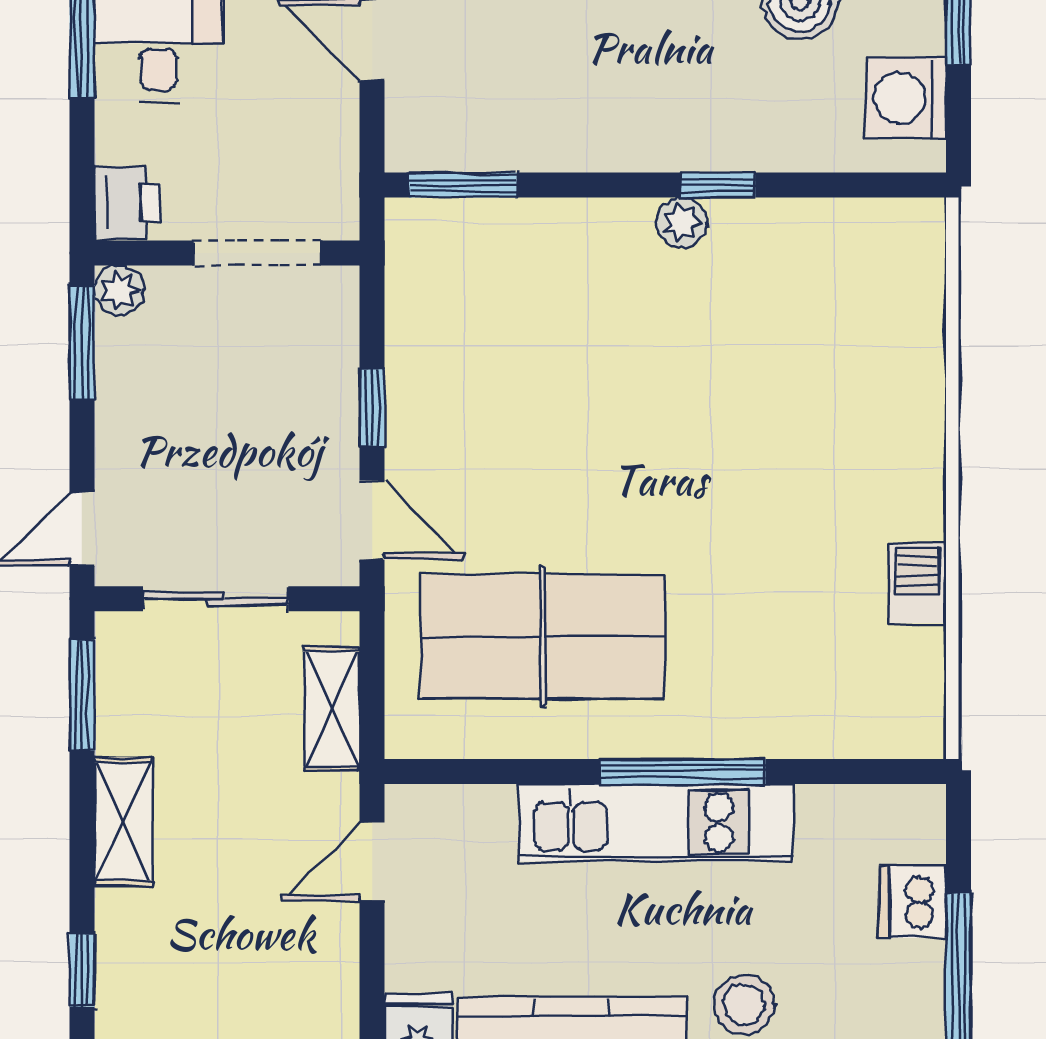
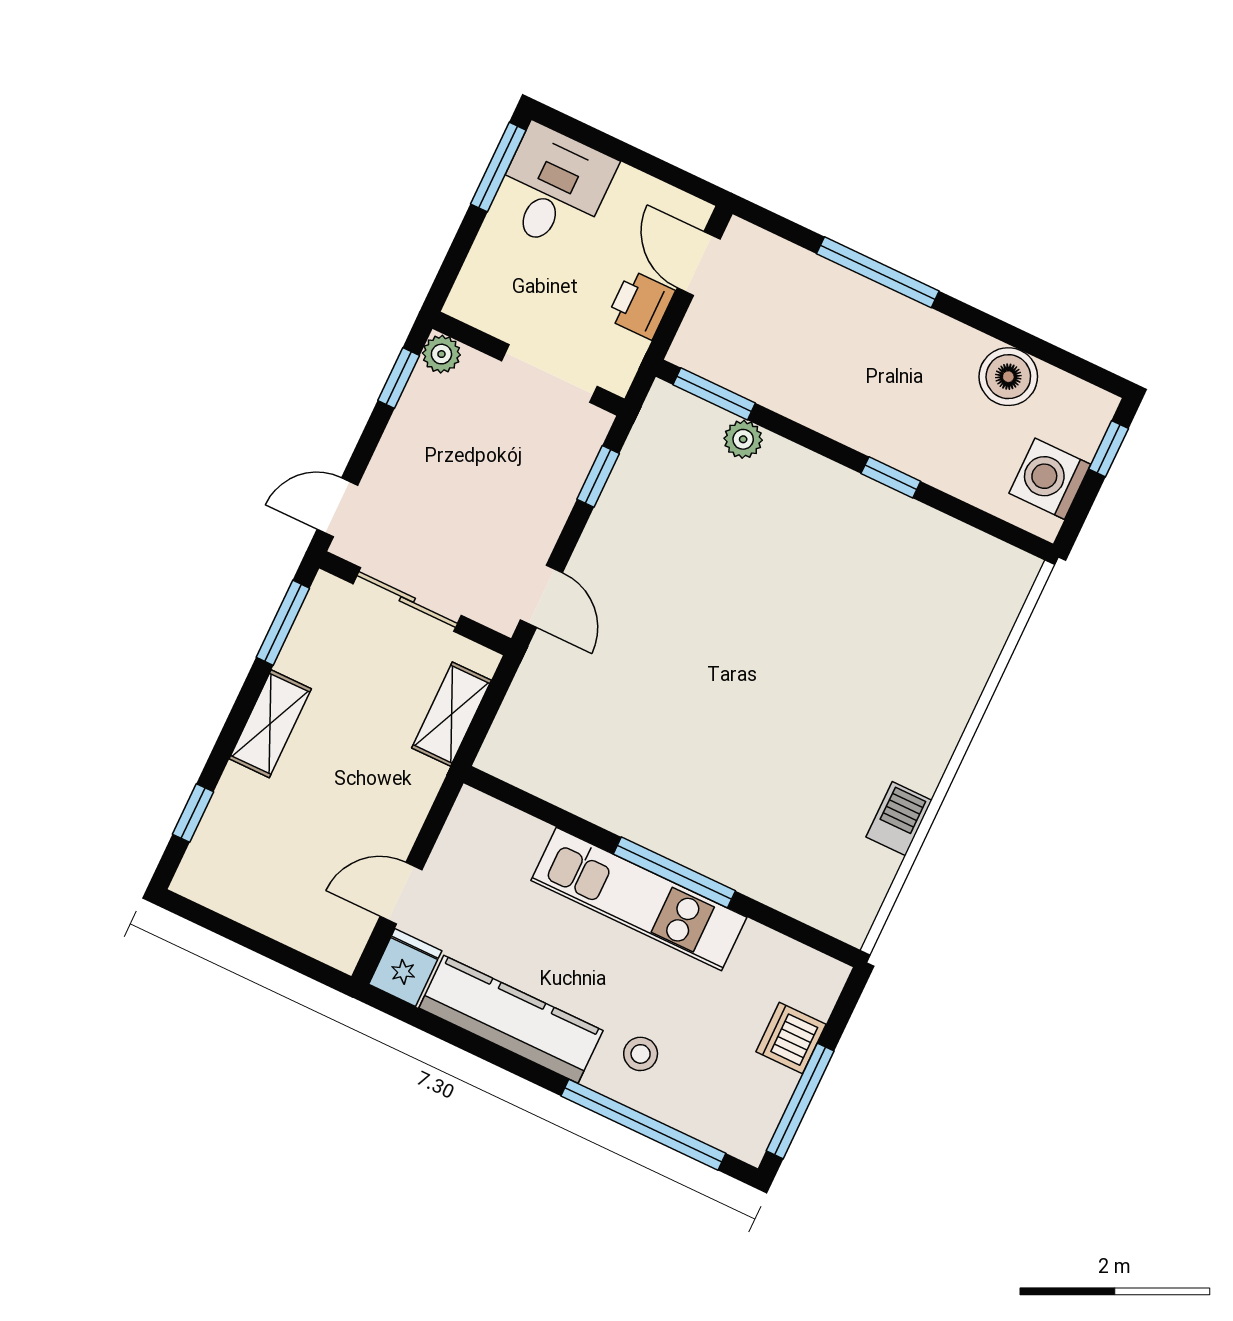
printer: (127, 203) -> (641, 305), moved, turned 180
plant: (682, 223) -> (743, 439), moved
window: (82, 342) -> (399, 378), width x0.67
window: (372, 408) -> (598, 476), moved
table tennis table: (543, 636) -> (622, 733), removed
door: (372, 861) -> (401, 893), moved
stool: (744, 1004) -> (641, 1054), width x0.73, depth x0.73

